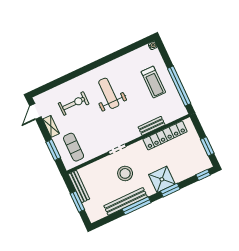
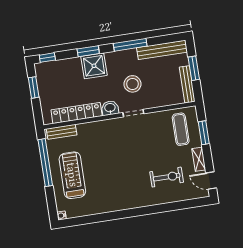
treadmill: (153, 82) -> (72, 175), width x1.37, depth x1.38
weight bench: (109, 93) -> (125, 177), removed
exercise bike: (74, 104) -> (167, 177), turned 180
door: (35, 111) -> (211, 181), swing flipped
bench: (152, 126) -> (62, 132), moved
washbasin: (138, 148) -> (110, 108), added
bench: (126, 201) -> (162, 50), moved

